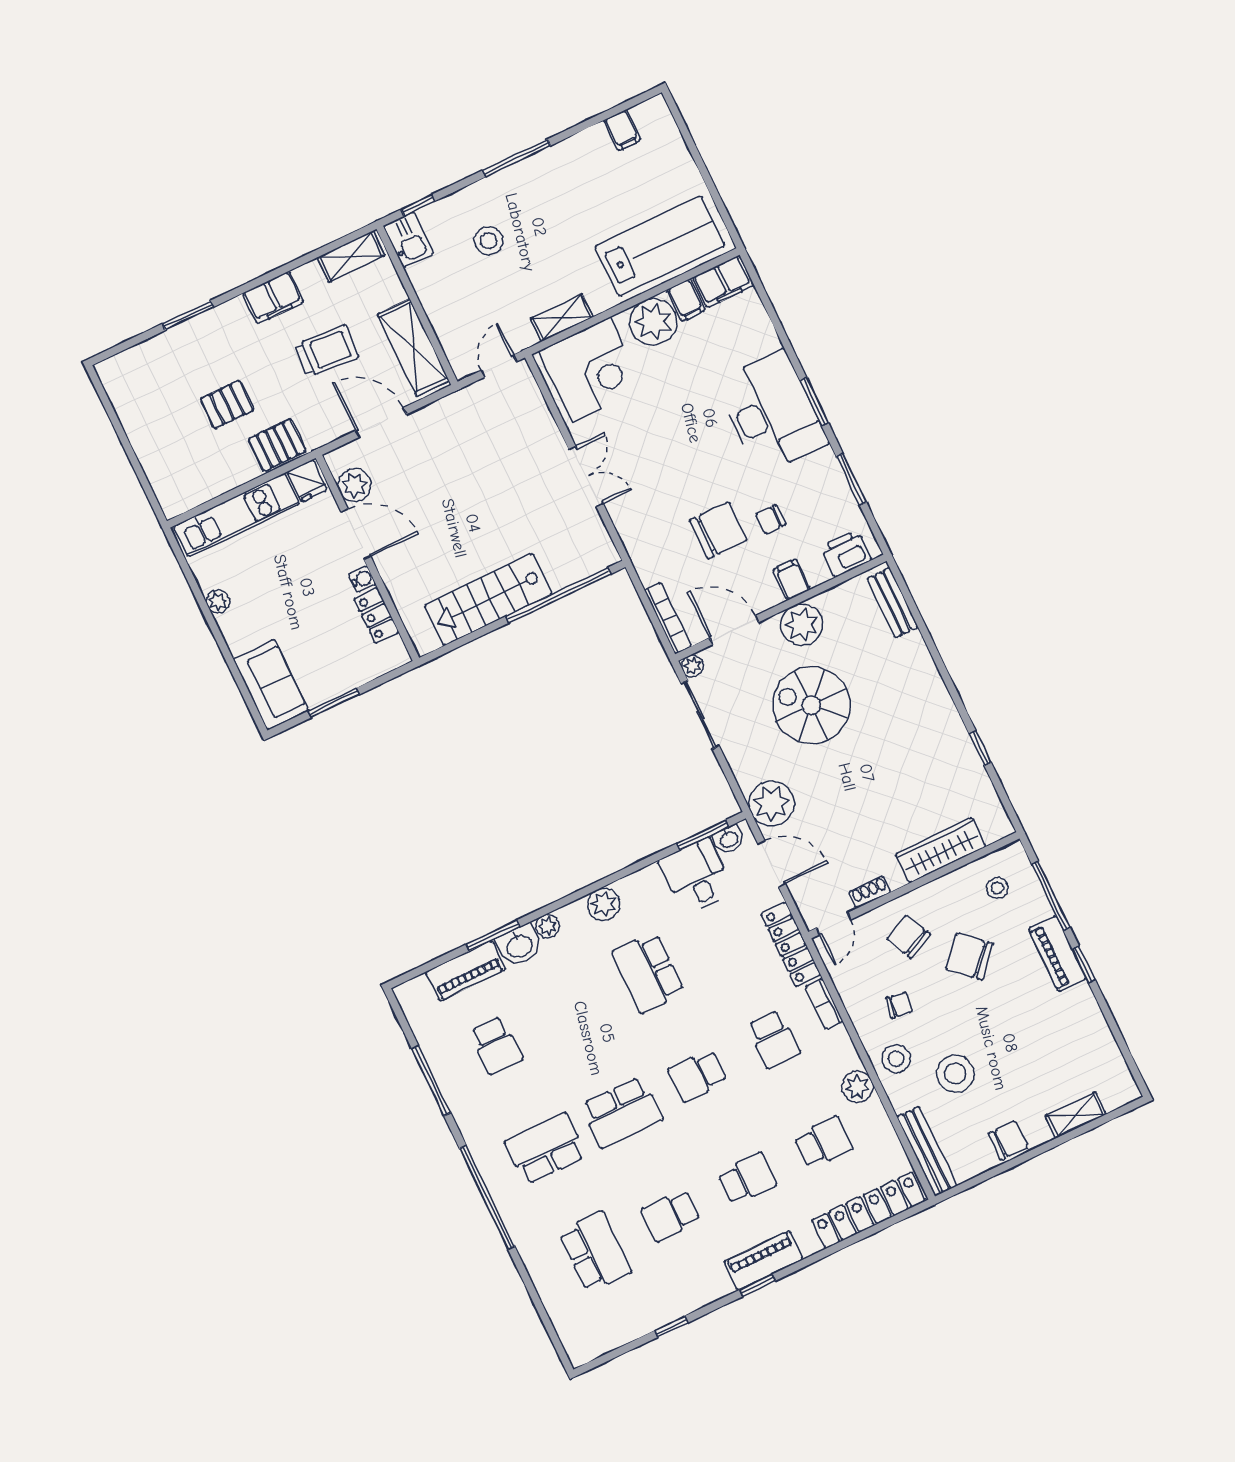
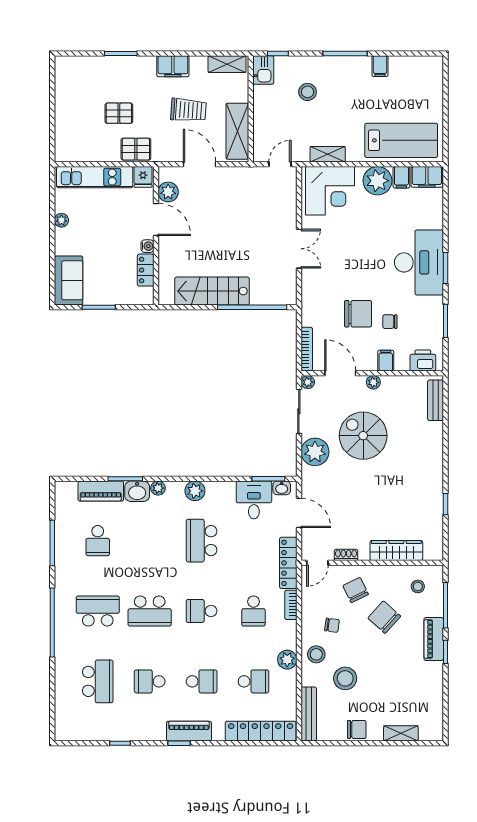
filing cabinet: (622, 130) -> (380, 66), moved
plant: (802, 625) -> (373, 382), width x0.53, depth x0.53
plant: (772, 804) -> (315, 452), moved

